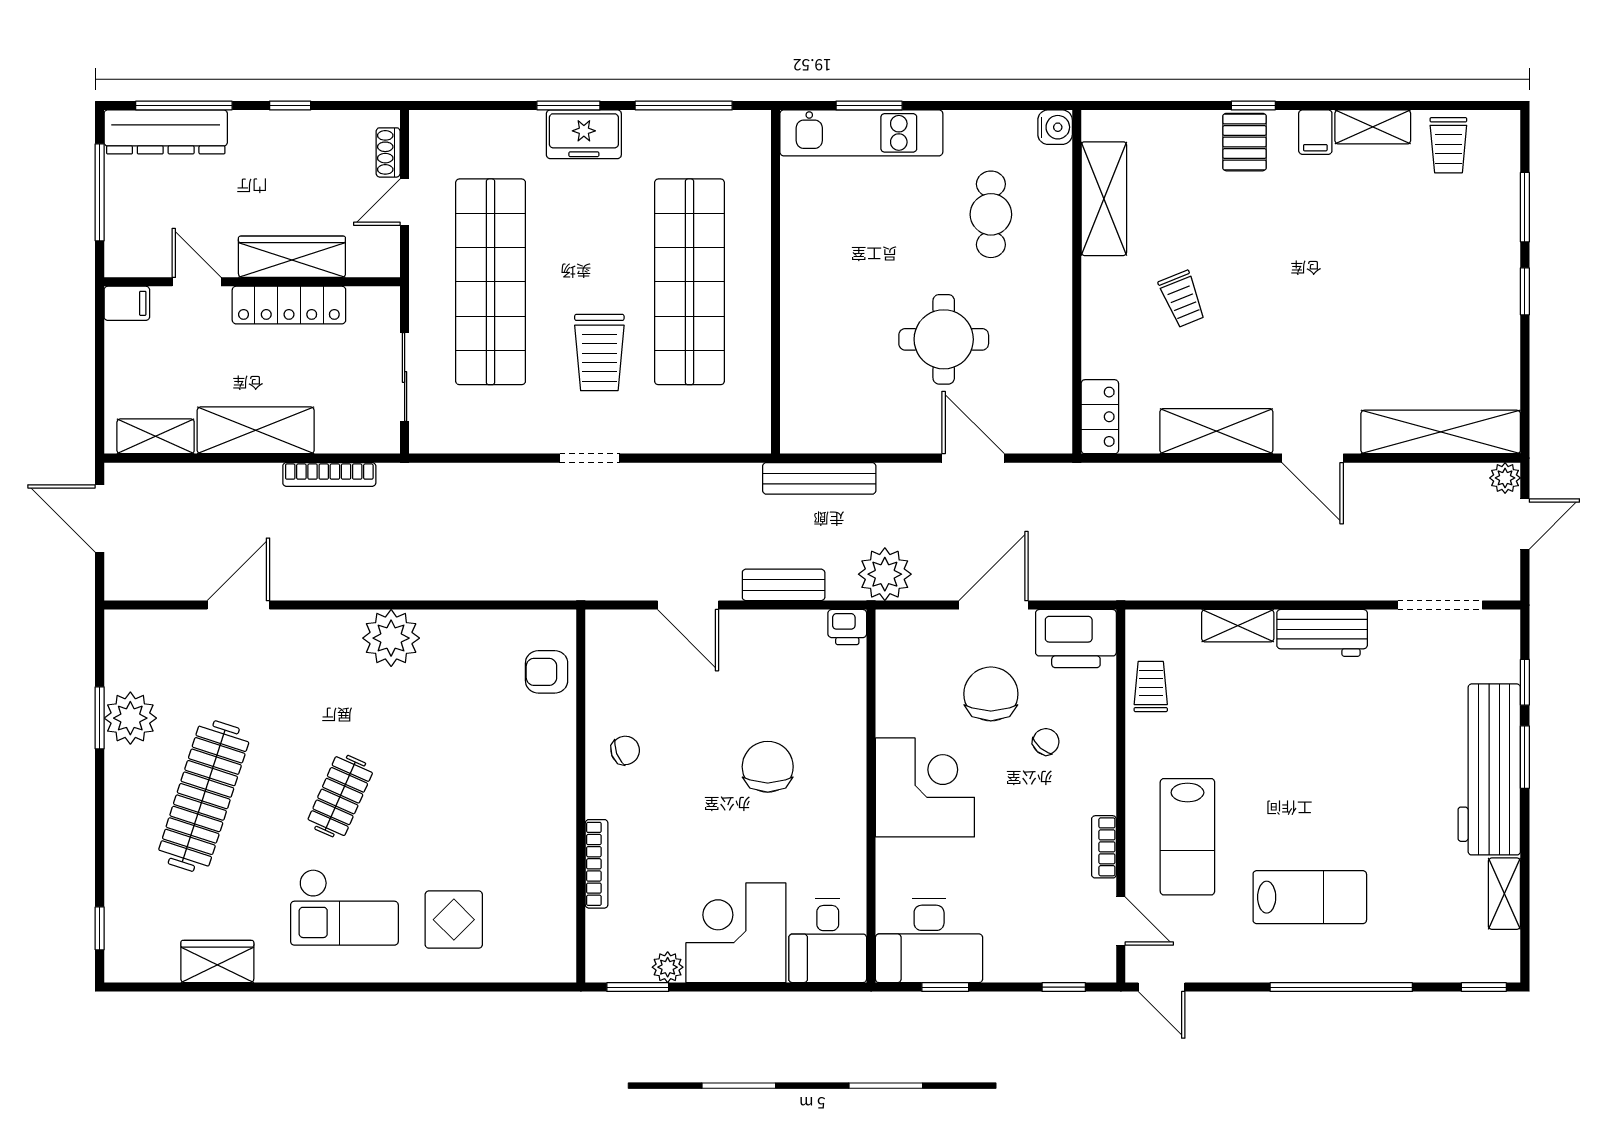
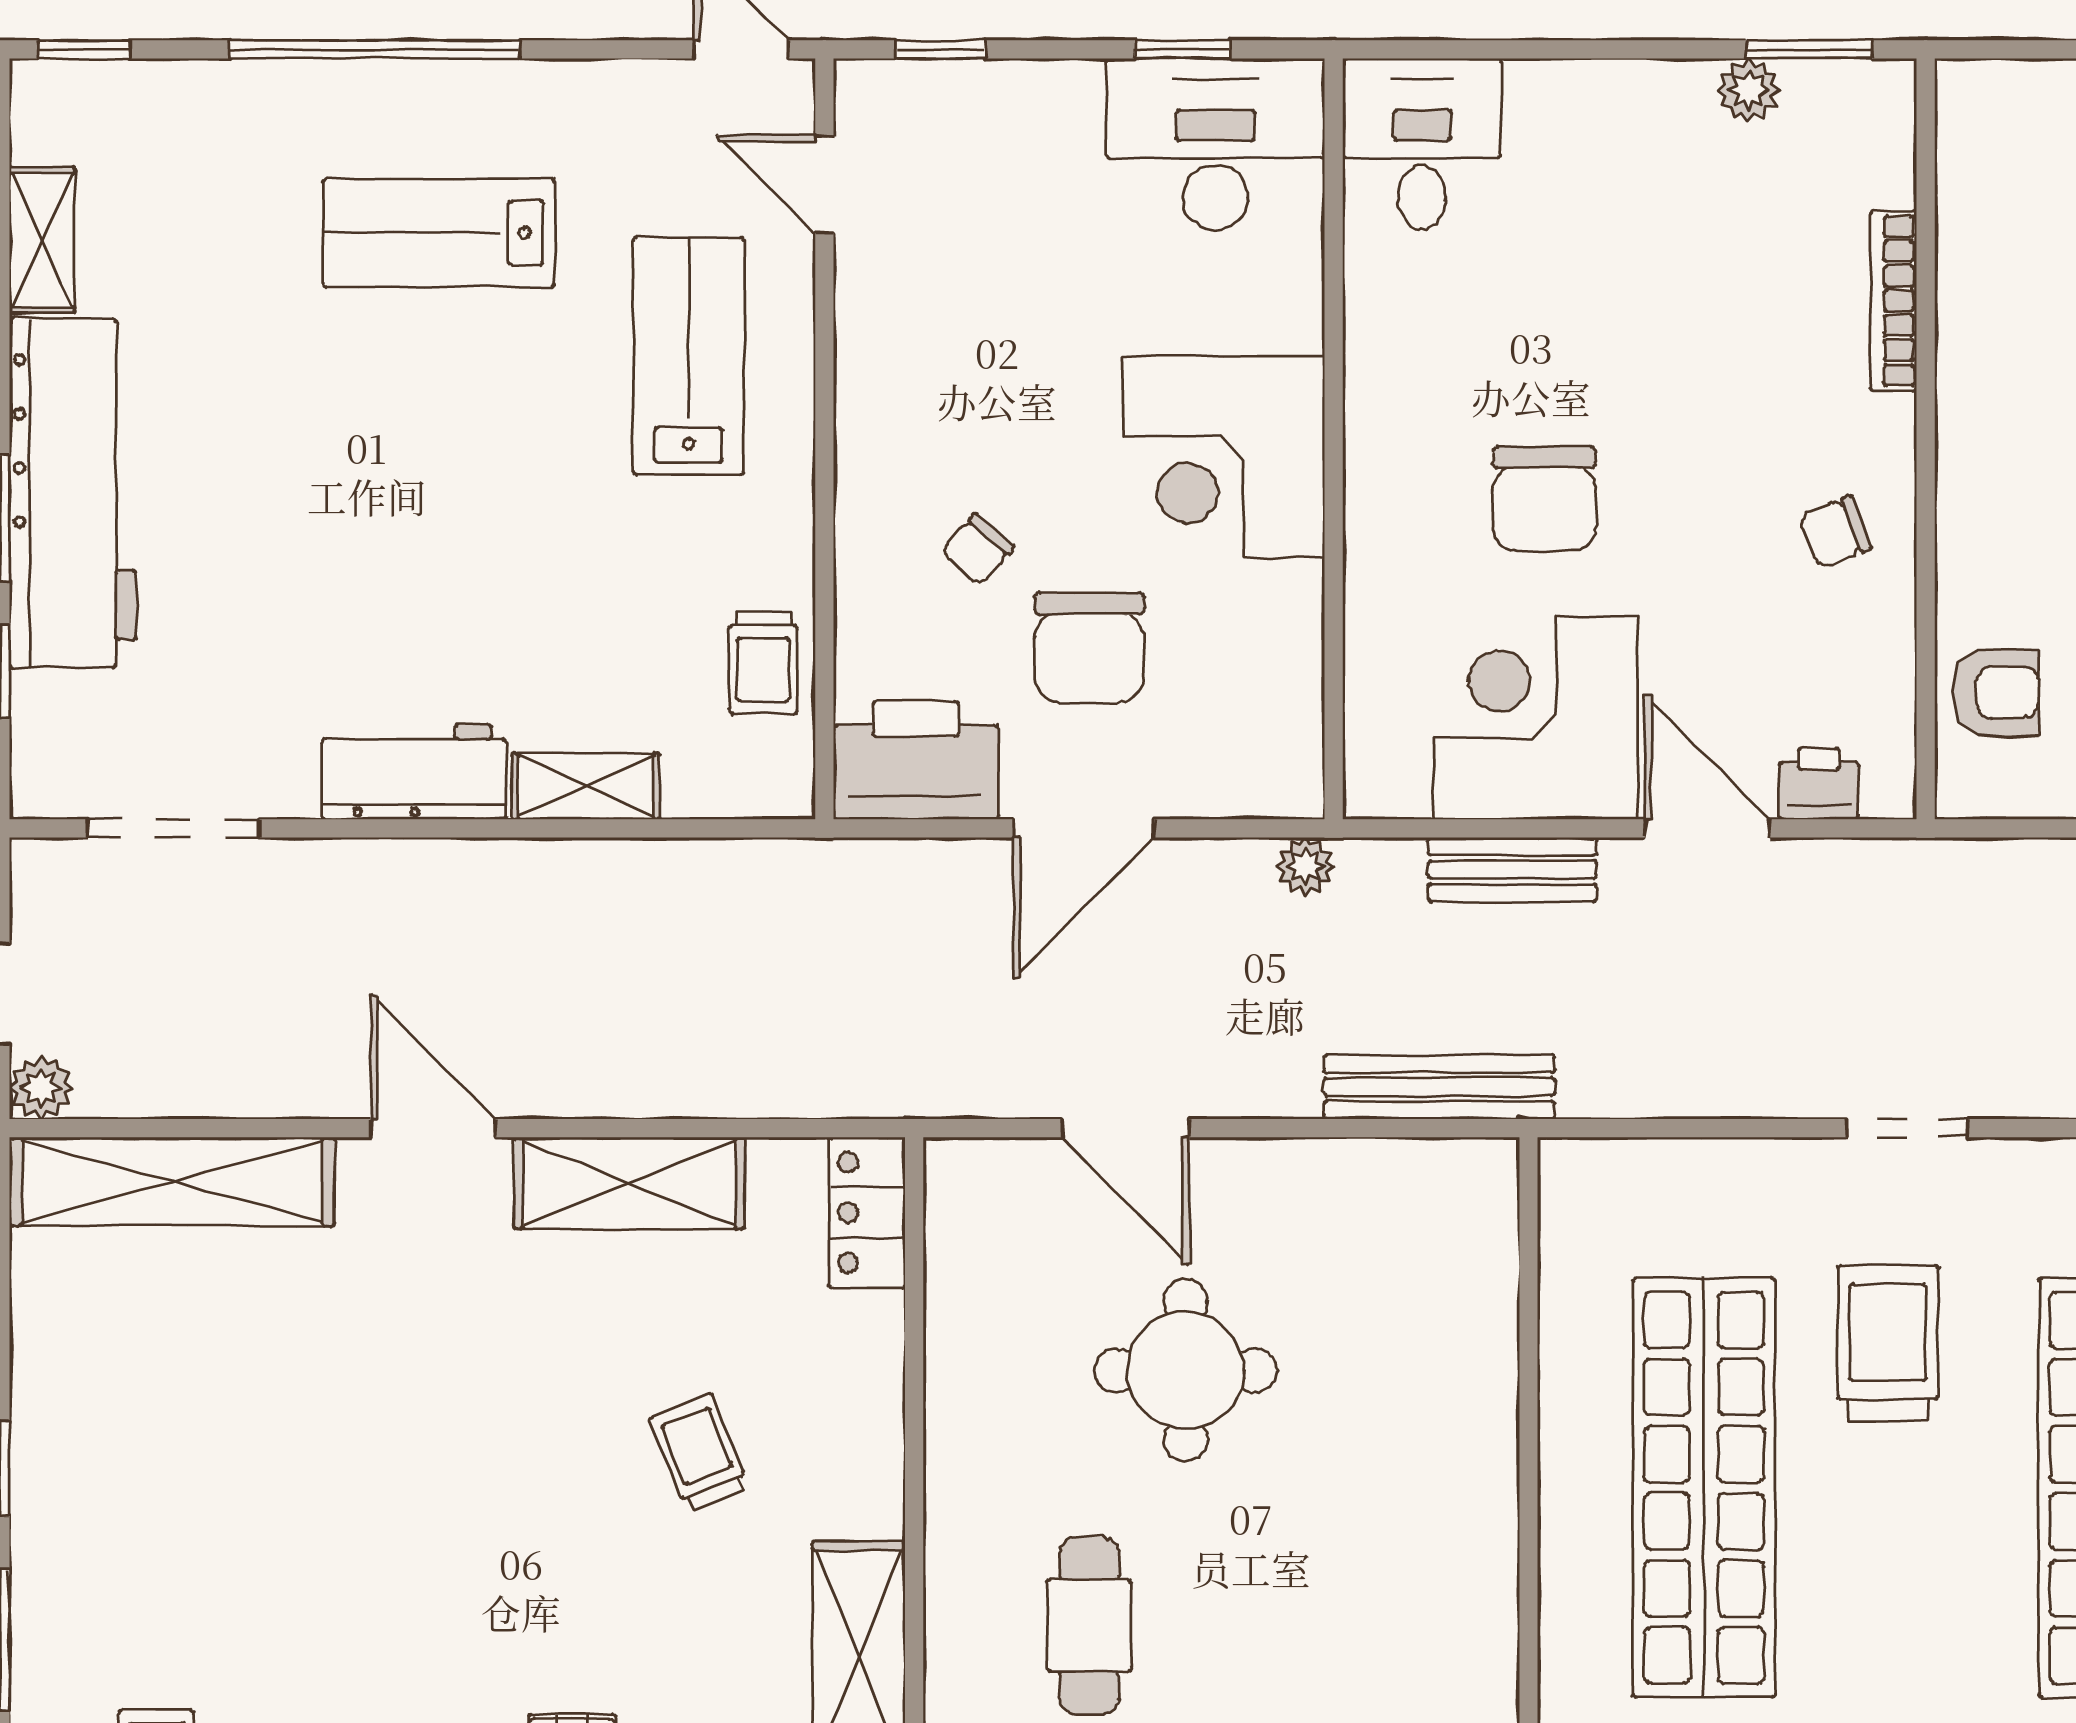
plant: (885, 574) -> (1306, 866), width x0.53, depth x0.53
printer: (847, 627) -> (1819, 784), moved
bookcase: (1104, 847) -> (859, 335), removed
corner desk: (736, 933) -> (1536, 718), moved, turned 180

